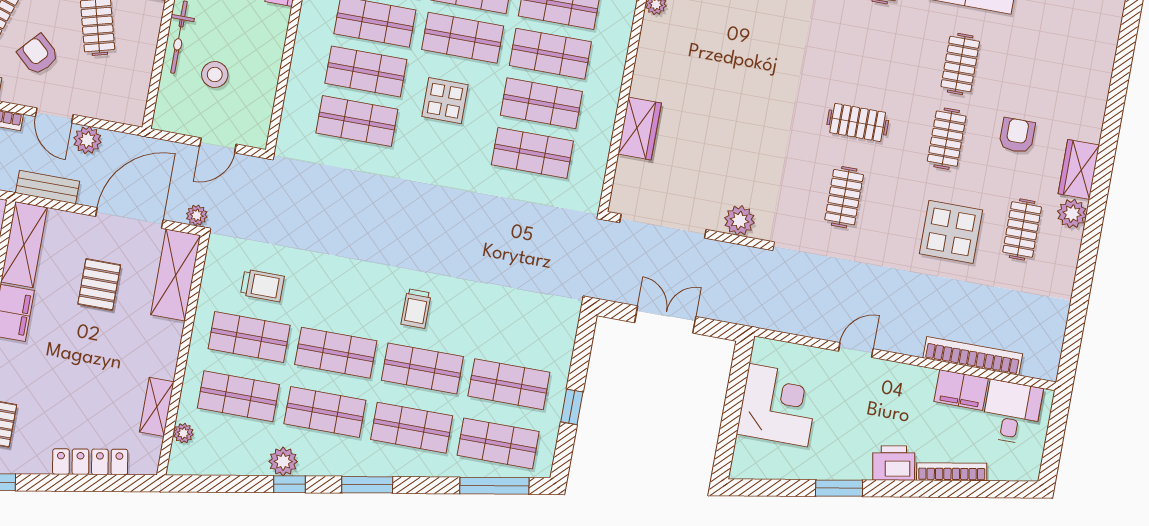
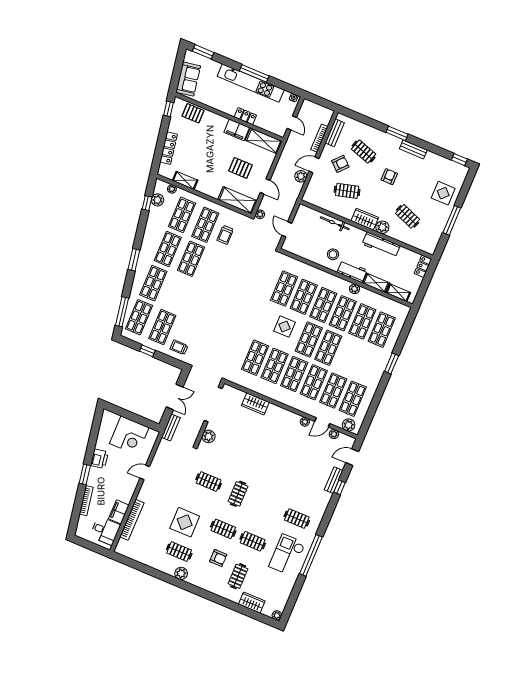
stool: (215, 75) -> (333, 254), moved
clothes rail: (1049, 80) -> (238, 576), added
wardrobe: (1079, 169) -> (252, 603), moved
bench: (48, 187) -> (171, 427), moved
door: (129, 218) -> (265, 186), width x0.53
trolley: (416, 308) -> (179, 347), moved
door: (856, 350) -> (145, 472), swing flipped
shop shelf: (422, 368) -> (177, 293), removed
plant: (283, 461) -> (157, 200), moved
printer: (894, 463) -> (99, 459), moved
window: (290, 484) -> (147, 203), moved
window: (839, 488) -> (85, 474), moved

